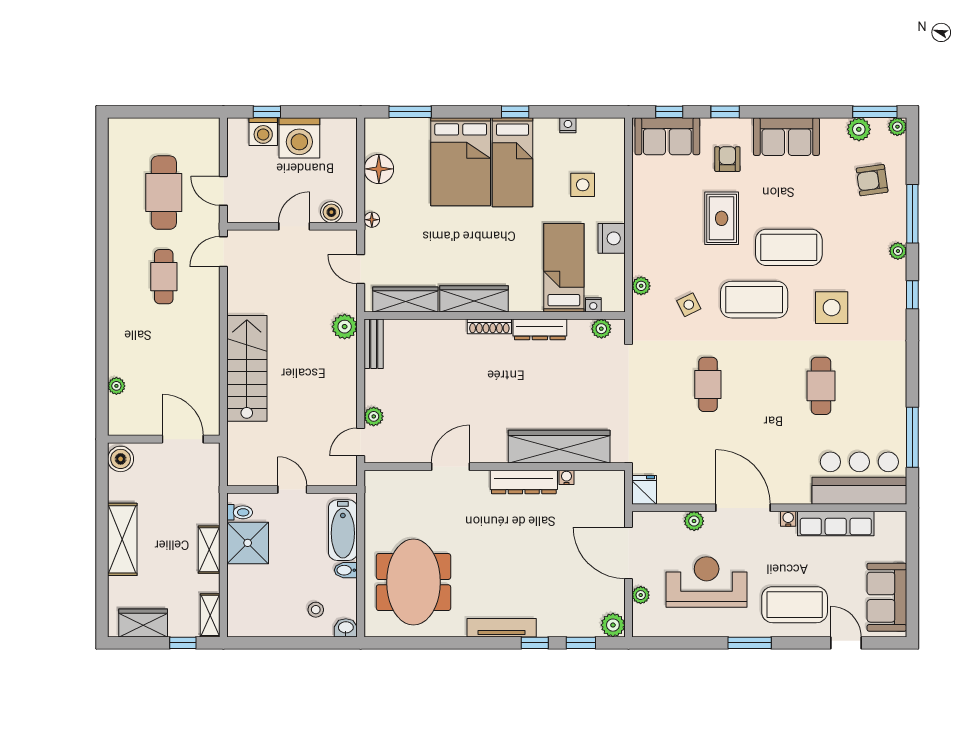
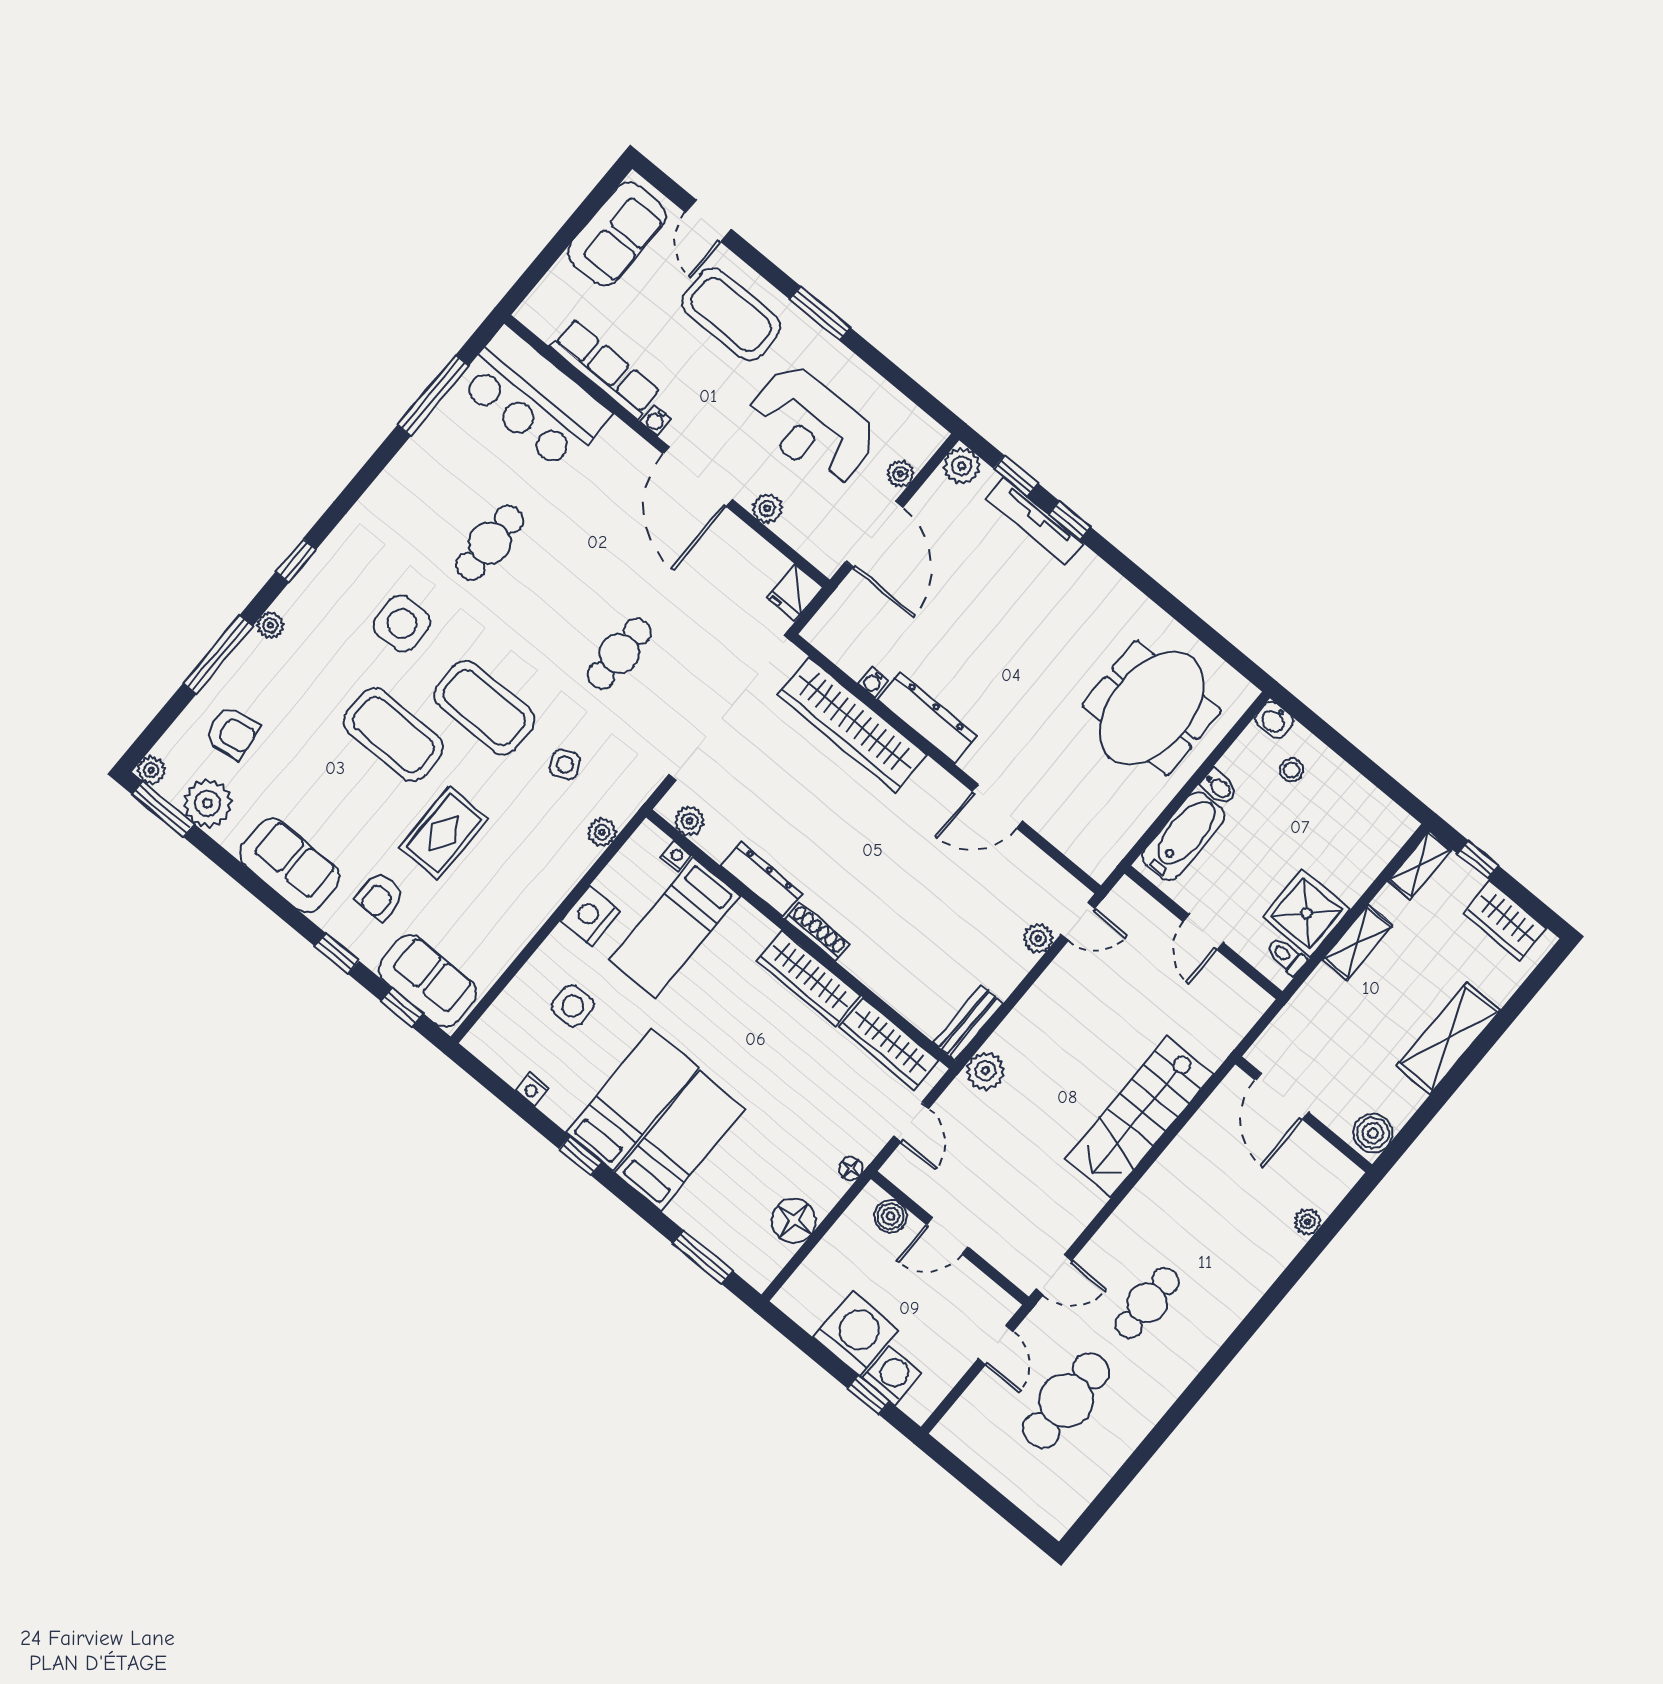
plant: (859, 129) -> (208, 803), width x1.36, depth x1.36
bed: (461, 162) -> (680, 1141), width x0.67
tv unit: (502, 628) -> (1034, 521), moved

